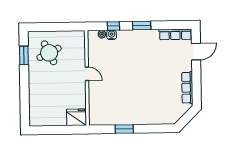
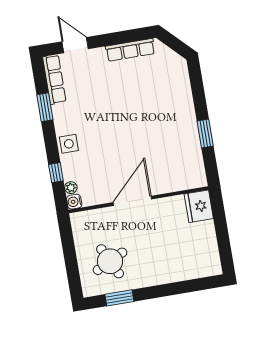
window: (142, 26) -> (45, 107), moved
water cooler: (112, 35) -> (74, 202), moved
side table: (131, 37) -> (69, 144), added
door: (87, 74) -> (132, 201), width x1.87

